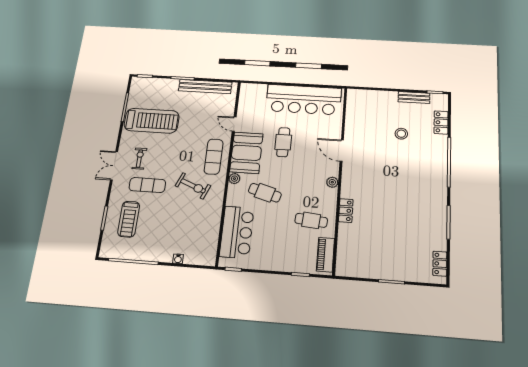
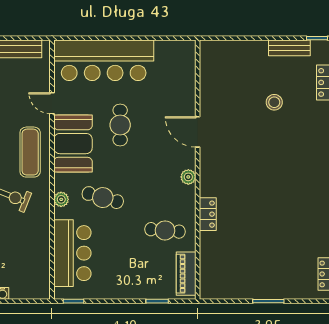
bar counter: (304, 100) -> (104, 60), moved
plant: (234, 179) -> (61, 199), moved

